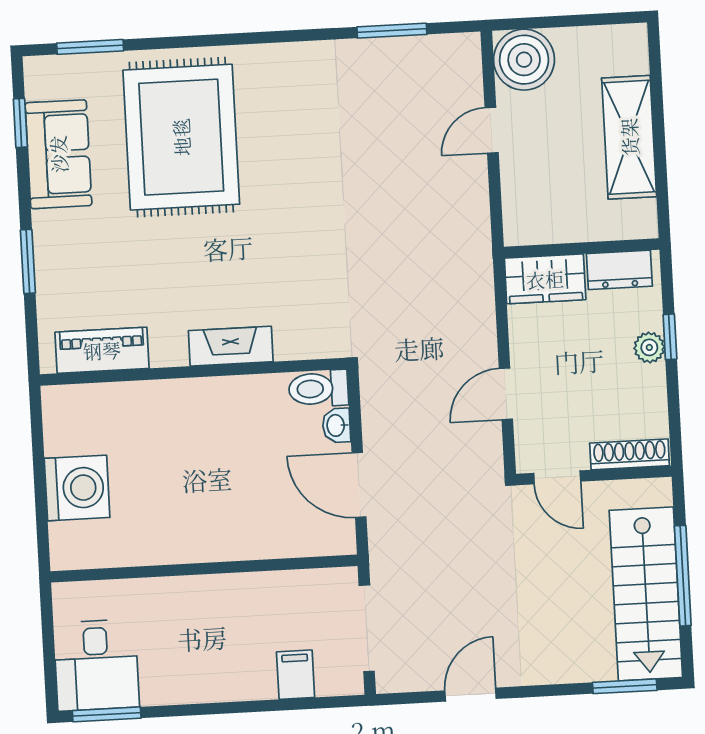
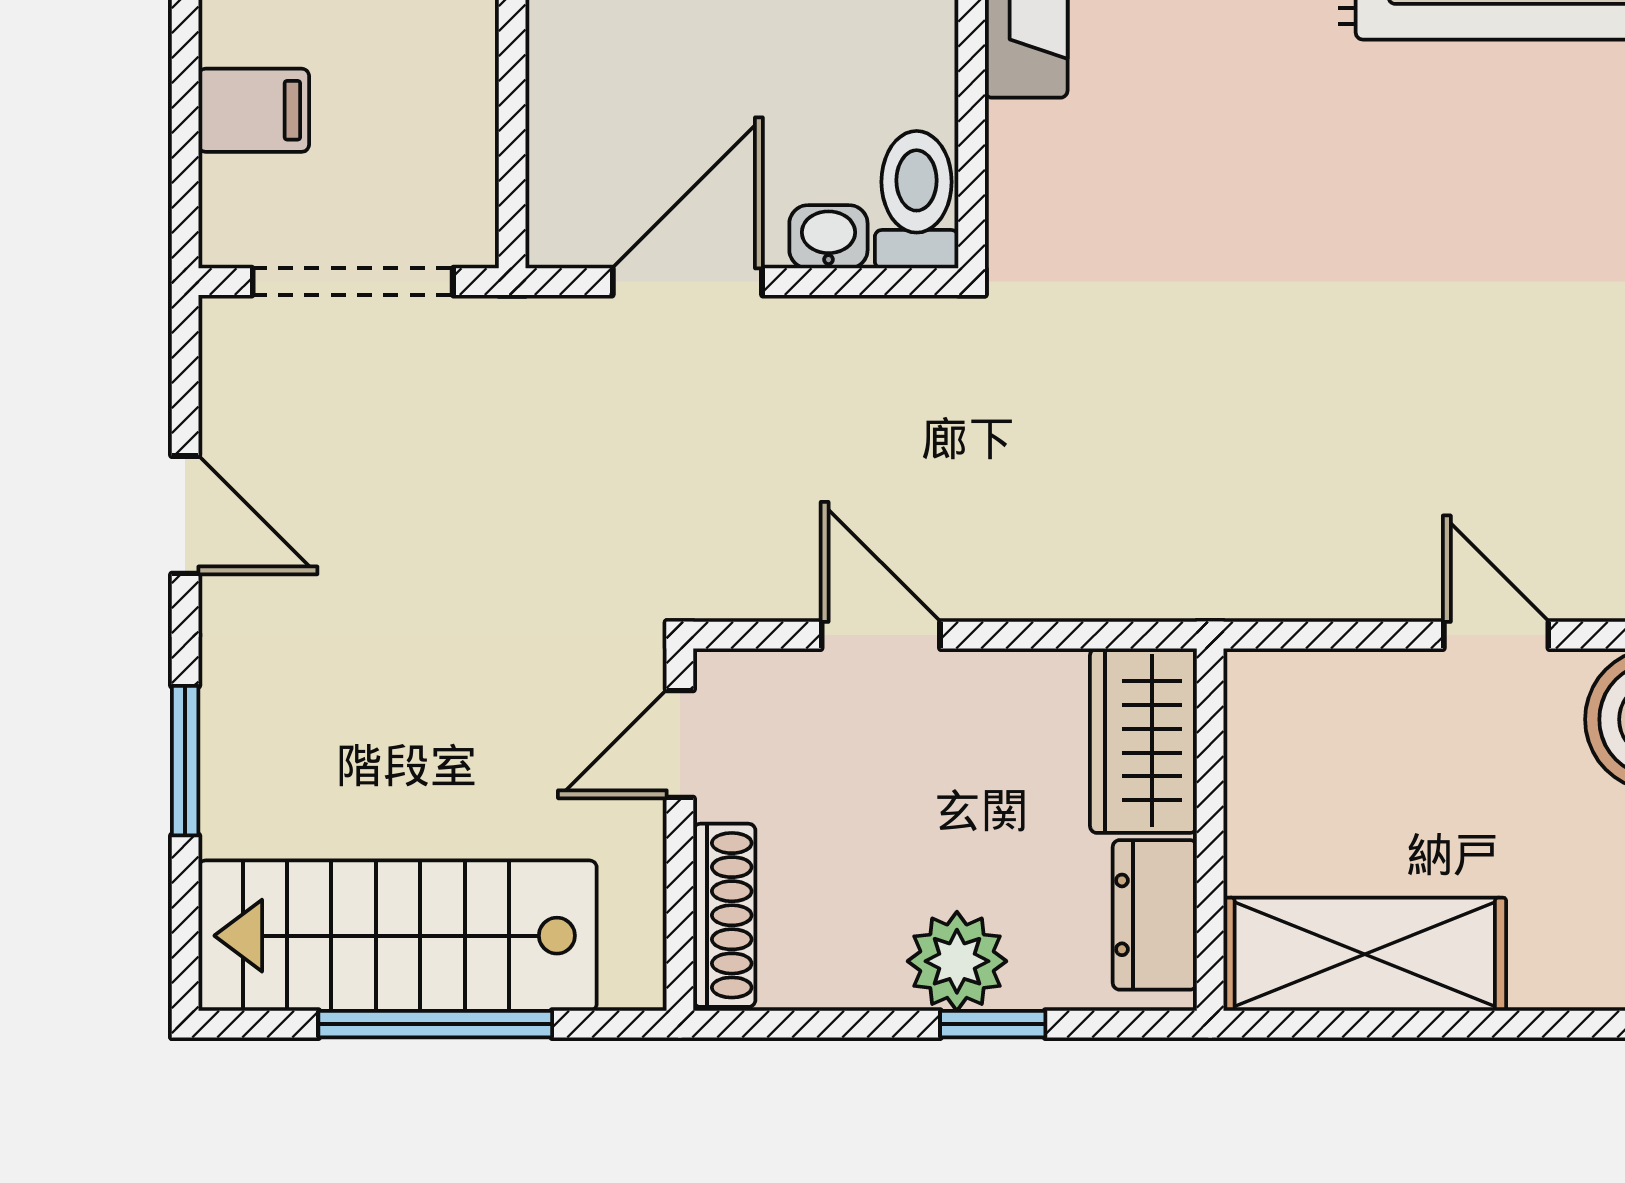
shelving: (629, 137) -> (1365, 954), moved
plant: (649, 347) -> (957, 961), width x1.38, depth x1.38
window: (625, 686) -> (185, 761), moved

